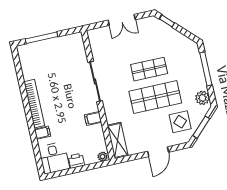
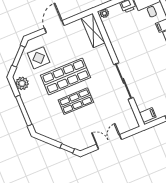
filing cabinet: (93, 119) -> (148, 115), moved

